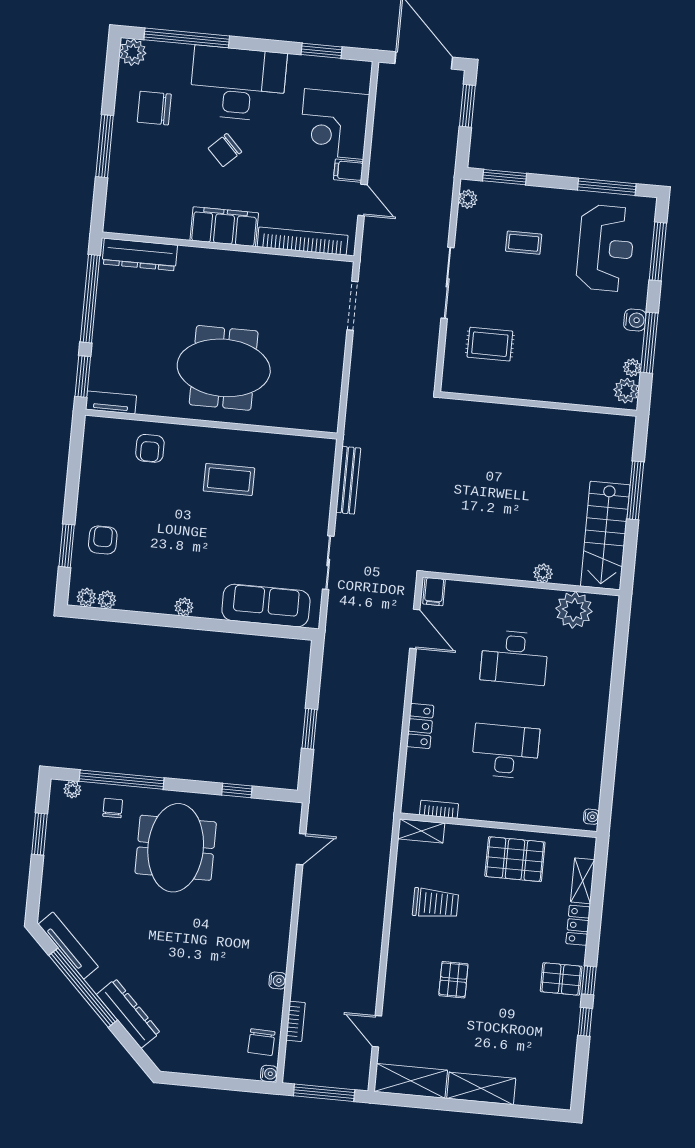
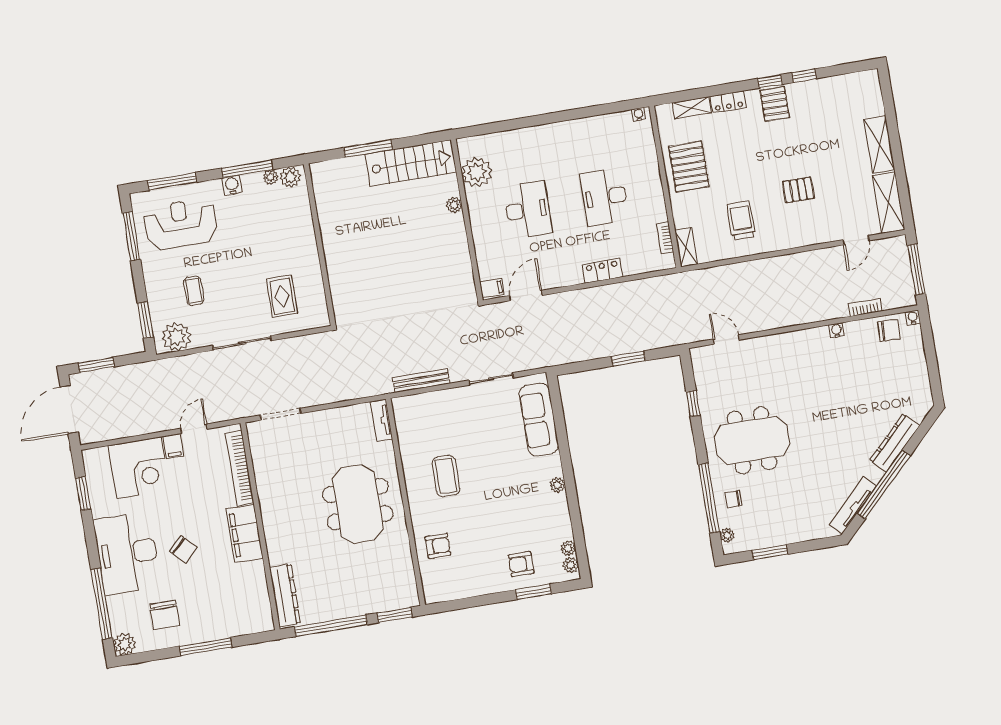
plant: (468, 199) -> (176, 337), width x1.88, depth x1.88
tv unit: (111, 402) -> (382, 420), moved

